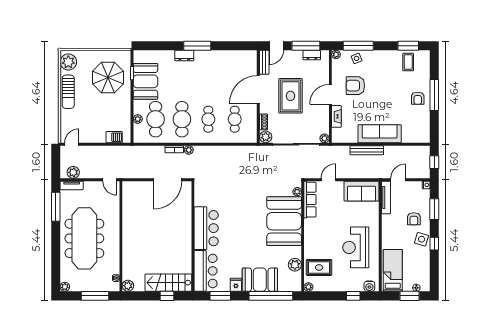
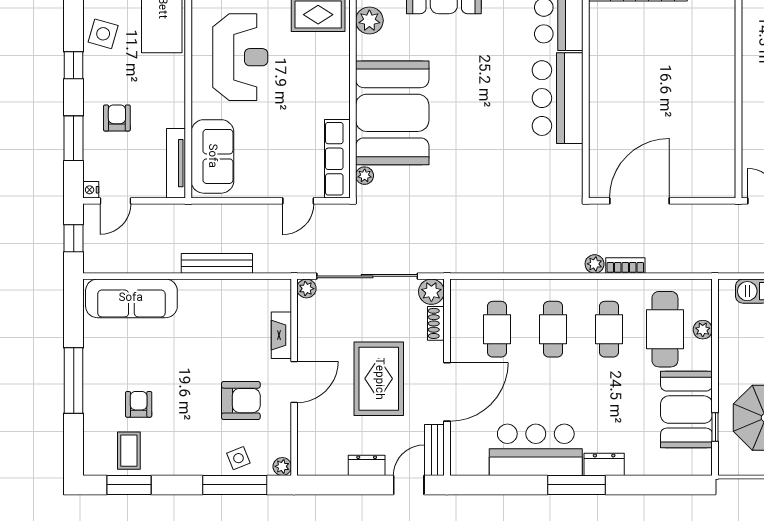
window: (306, 46) -> (346, 485), removed
dresser: (312, 55) -> (367, 465), moved
bar counter: (216, 62) -> (536, 450), added
armchair: (418, 98) -> (139, 404), moved
cafe table: (182, 119) -> (609, 329), width x0.73, depth x0.74
sofa: (380, 134) -> (131, 298), moved
door: (398, 180) -> (115, 201), moved
sofa: (362, 191) -> (212, 156), moved, turned 90
side table: (422, 239) -> (103, 34), moved

